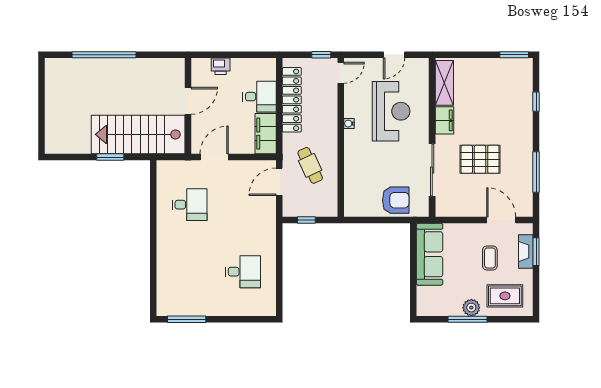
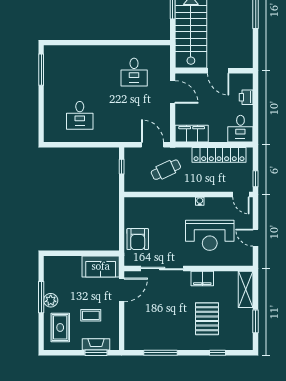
window: (514, 55) -> (256, 321), moved
shelving: (444, 83) -> (246, 289), moved, turned 90
desk: (260, 97) -> (240, 129), moved
pallet: (480, 159) -> (207, 319), moved
door: (501, 220) -> (122, 290), moved
sofa: (430, 254) -> (101, 266), width x0.73

